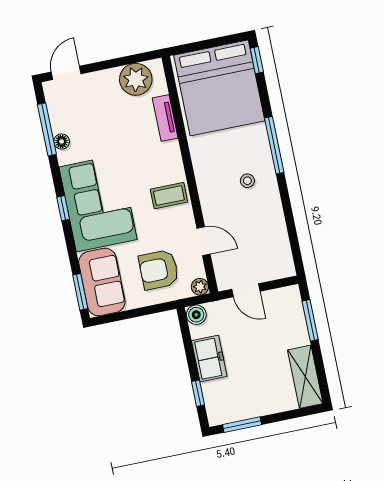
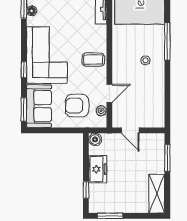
window: (63, 208) -> (24, 70), moved
door: (203, 241) -> (109, 93), hinge flipped
plant: (200, 287) -> (101, 111), moved

